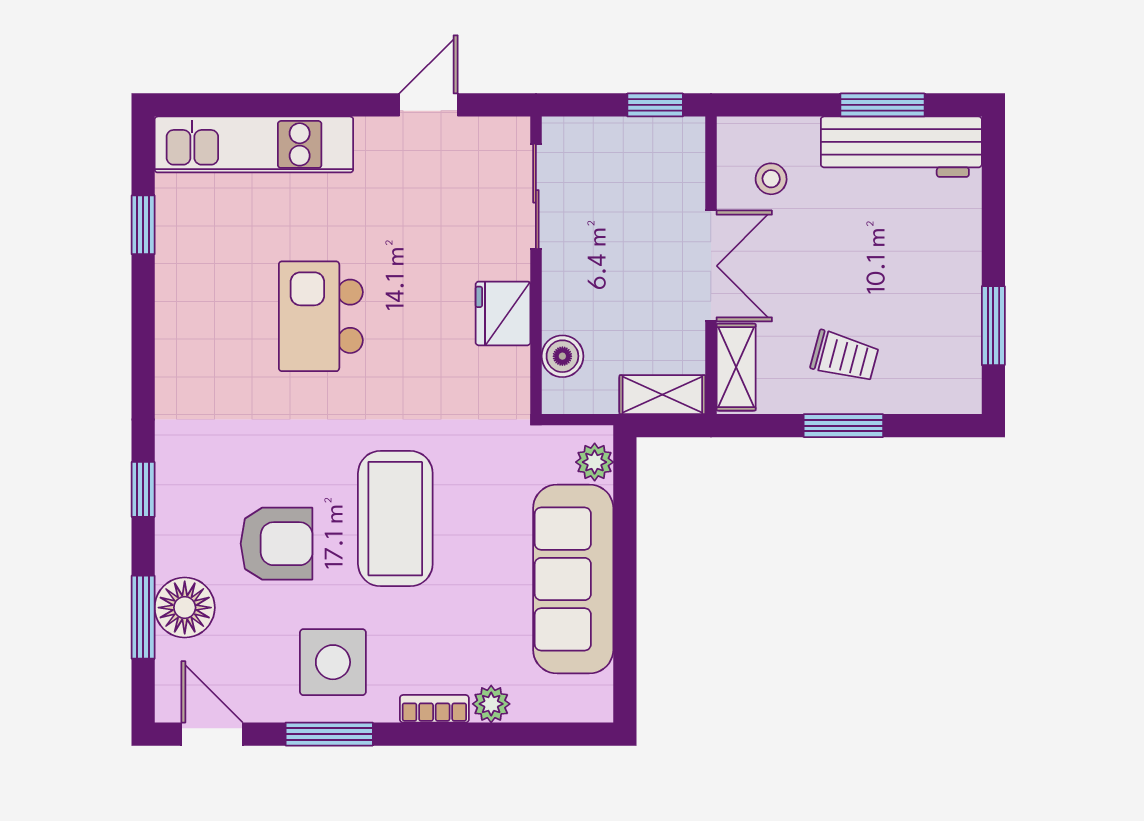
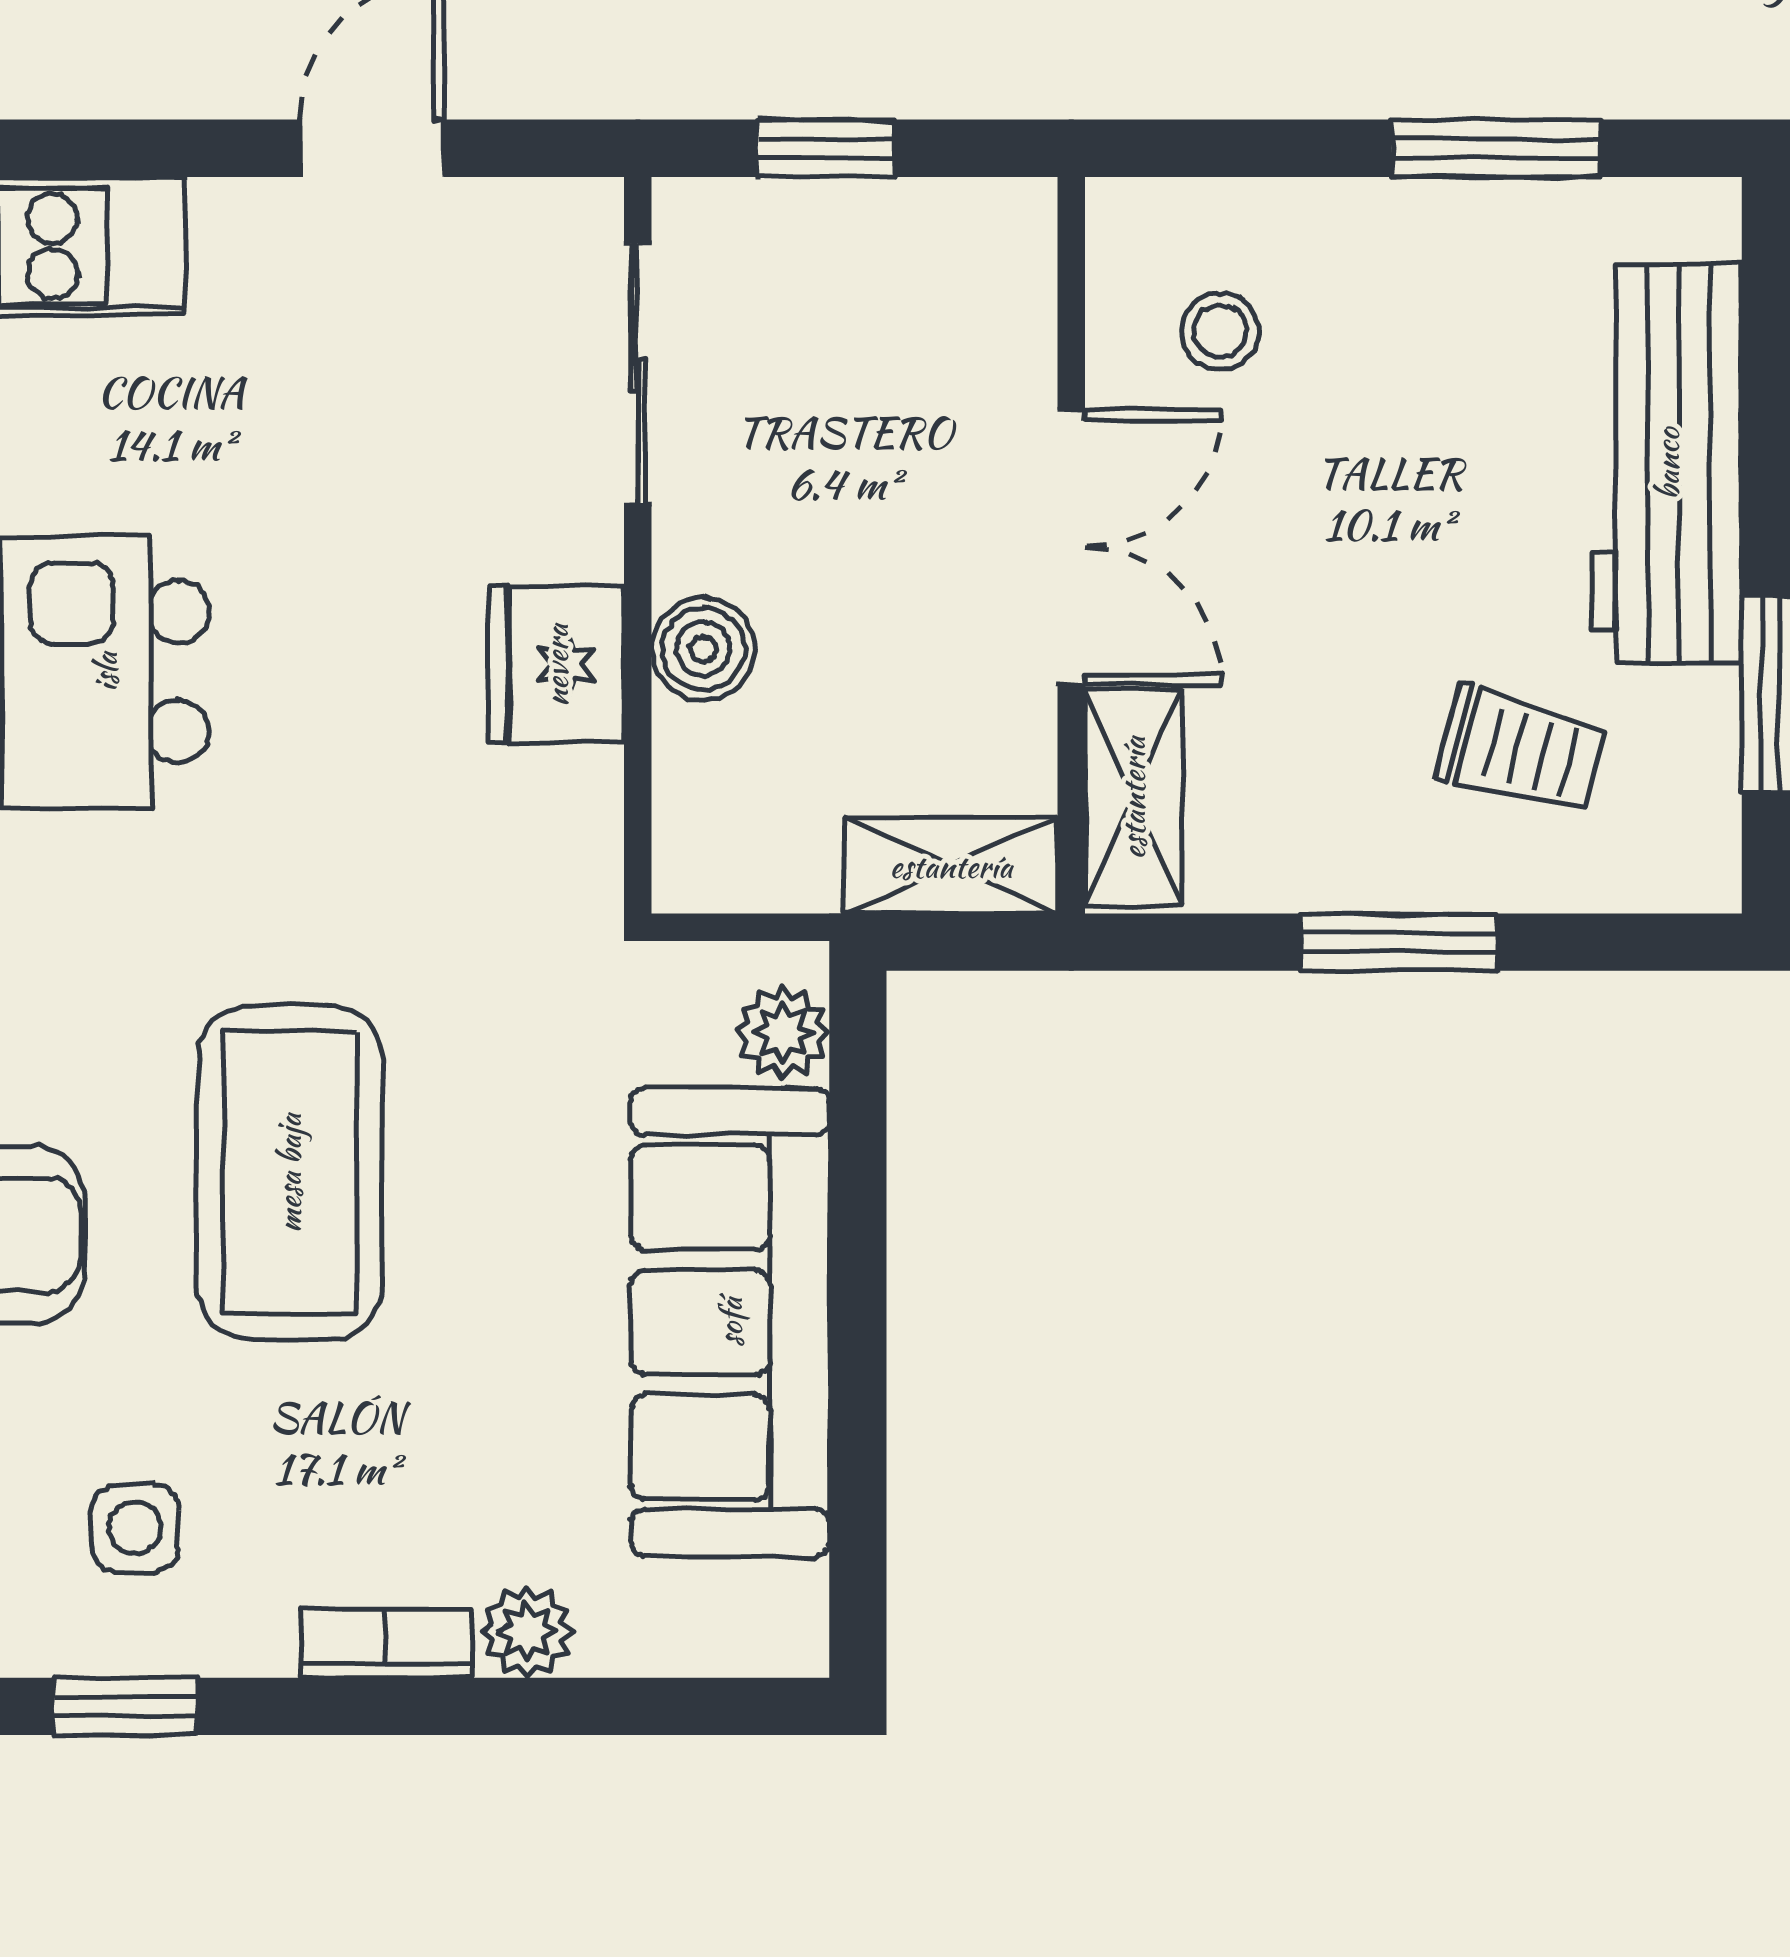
window: (655, 105) -> (826, 148), moved
workbench: (901, 147) -> (1667, 464), moved, turned 90
boiler: (562, 356) -> (703, 649), moved
trolley: (845, 356) -> (1521, 750), moved
side table: (333, 662) -> (135, 1528), width x0.54, depth x0.54
window: (329, 734) -> (126, 1706), width x0.67

